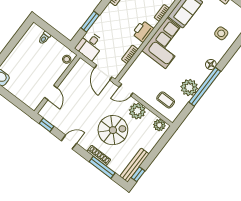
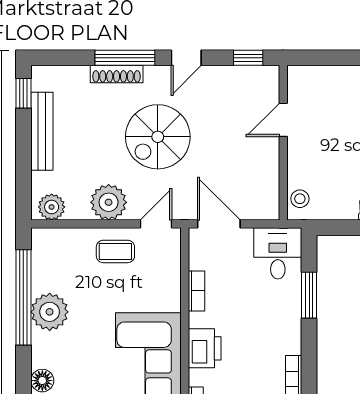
window: (205, 87) -> (23, 297), moved
door: (51, 93) -> (283, 120), hinge flipped
coffee table: (166, 100) -> (115, 251), moved
spiral stairs: (113, 130) -> (158, 137), moved
bench: (134, 165) -> (42, 131), moved
window: (102, 167) -> (125, 58), moved

